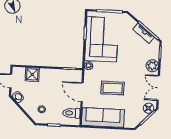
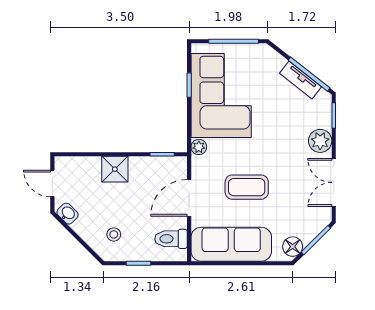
shower: (32, 74) -> (115, 169), moved
door: (82, 92) -> (189, 198), hinge flipped
floor lamp: (149, 108) -> (293, 247), moved

